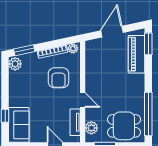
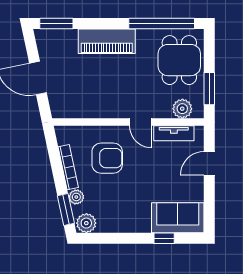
plant: (73, 49) -> (76, 197), moved
piano: (136, 54) -> (107, 41), moved
door: (83, 100) -> (140, 122), swing flipped

